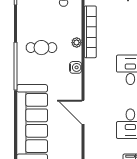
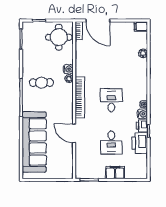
bookcase: (90, 32) -> (80, 98), moved
water cooler: (76, 67) -> (68, 69), moved

